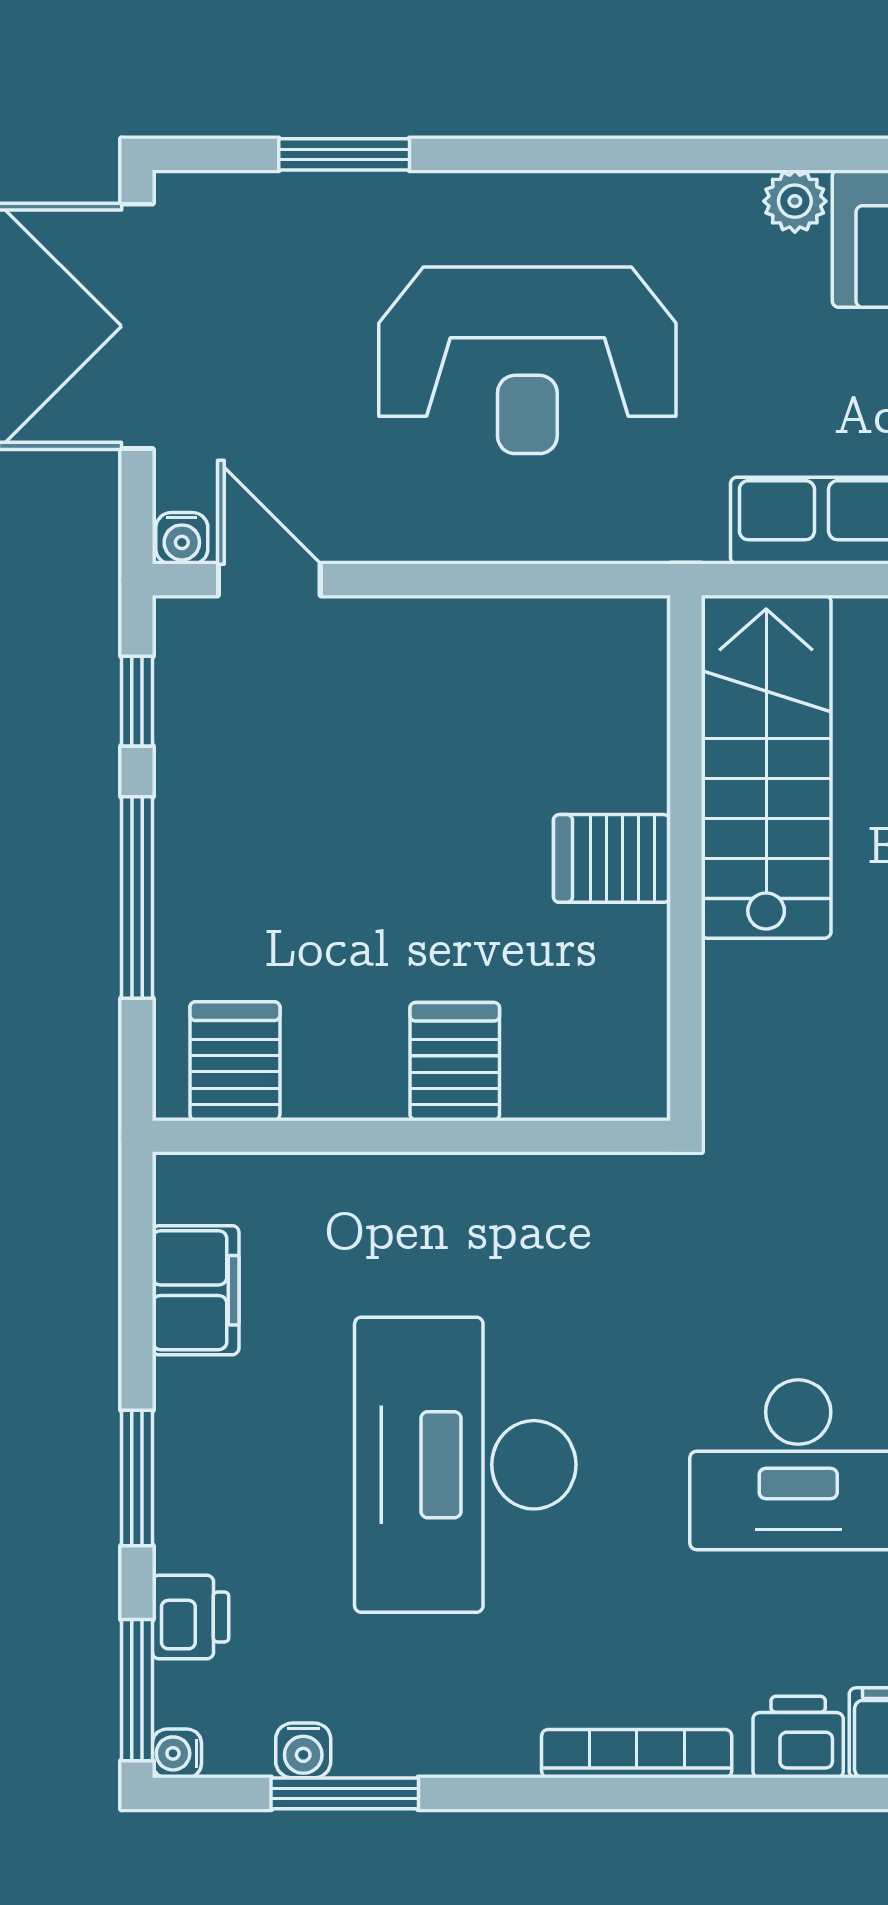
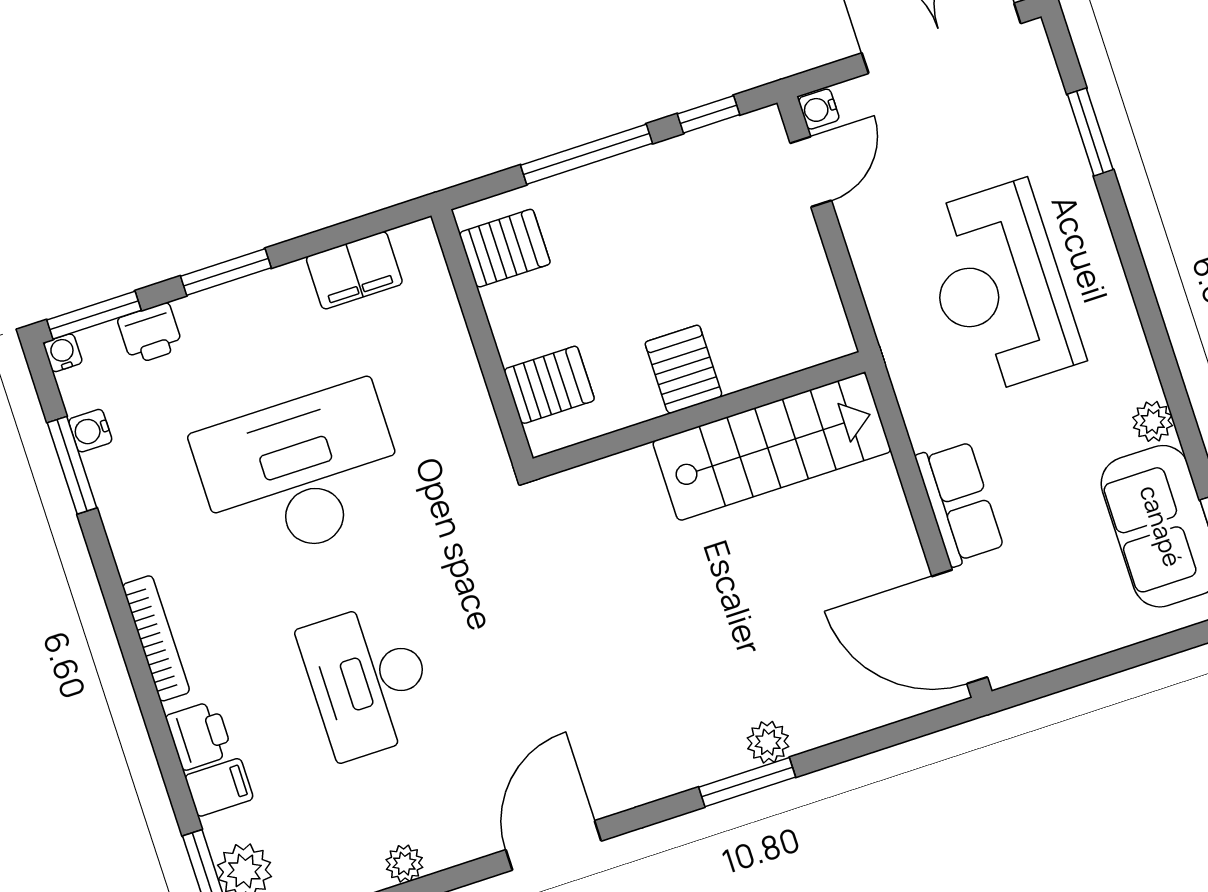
stairs: (766, 767) -> (772, 446), moved
server rack: (612, 858) -> (684, 369), moved
wall: (686, 858) -> (699, 415), moved

